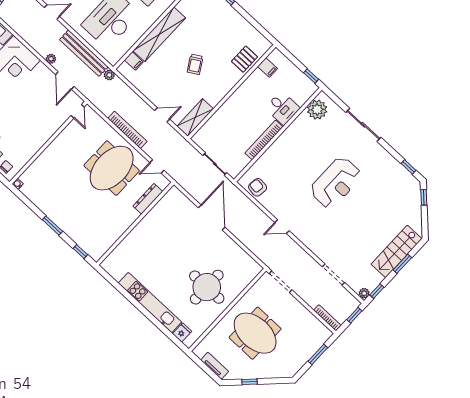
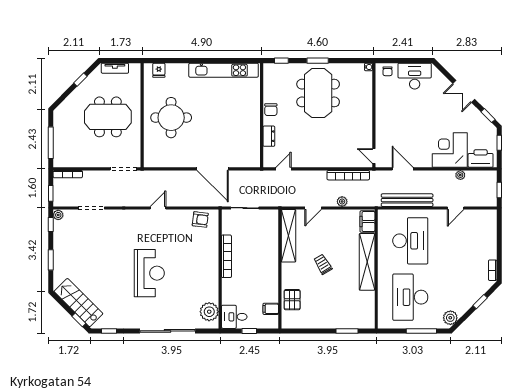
plant: (51, 59) -> (460, 175), moved
filing cabinet: (134, 61) -> (367, 222), width x2.00
plant: (109, 75) -> (342, 201), moved
window: (311, 76) -> (249, 331), moved
desk: (282, 108) -> (234, 317), moved
shelving: (195, 118) -> (289, 236), width x1.47
sliding door: (363, 125) -> (167, 331), width x1.36
bookcase: (127, 130) -> (348, 175), moved
meeting table: (112, 168) -> (318, 93), moved
reception desk: (336, 183) -> (149, 273), turned 180
dresser: (148, 199) -> (269, 136), width x0.70
chair: (124, 221) -> (271, 110), added
stairs: (396, 251) -> (78, 303), moved, turned -45
kitchen unit: (150, 303) -> (224, 70), moved
window: (318, 354) -> (51, 143), width x1.44

